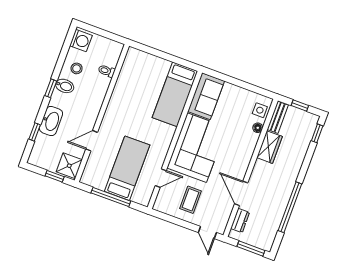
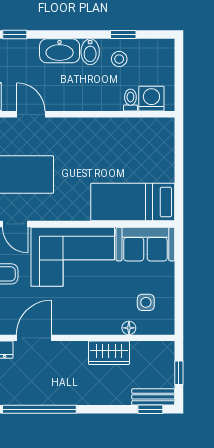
washing machine: (81, 41) -> (151, 99), moved, turned 180
window: (51, 88) -> (123, 35), moved
side table: (260, 110) -> (146, 302), moved
bench: (278, 117) -> (153, 397), moved
washbasin: (51, 121) -> (60, 51), moved

